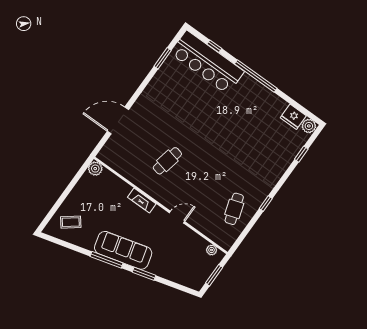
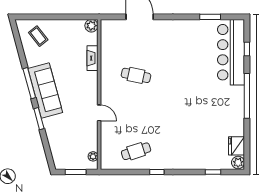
fireplace: (142, 200) -> (93, 58), moved

